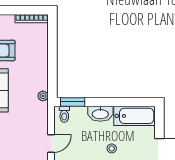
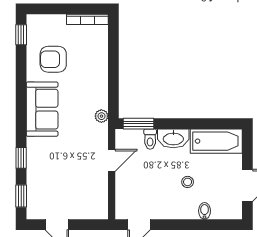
toilet: (64, 114) -> (150, 139), moved
door: (51, 144) -> (112, 160), moved

